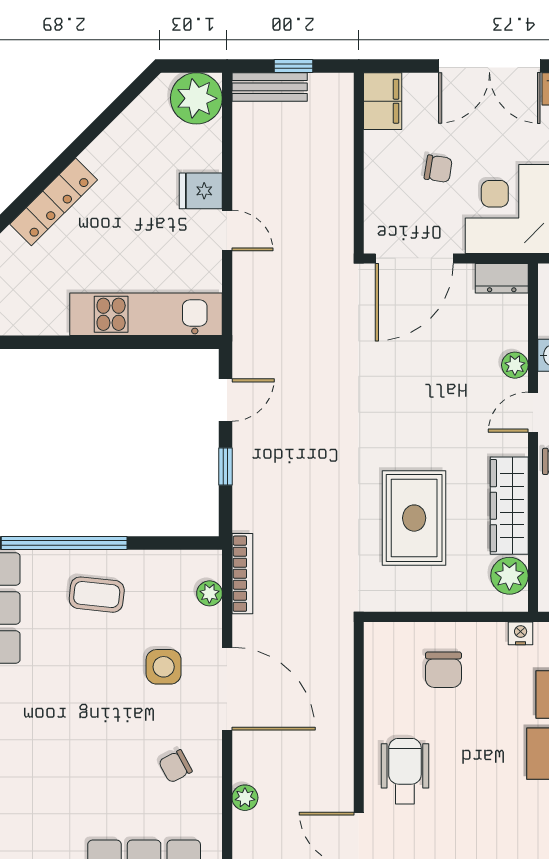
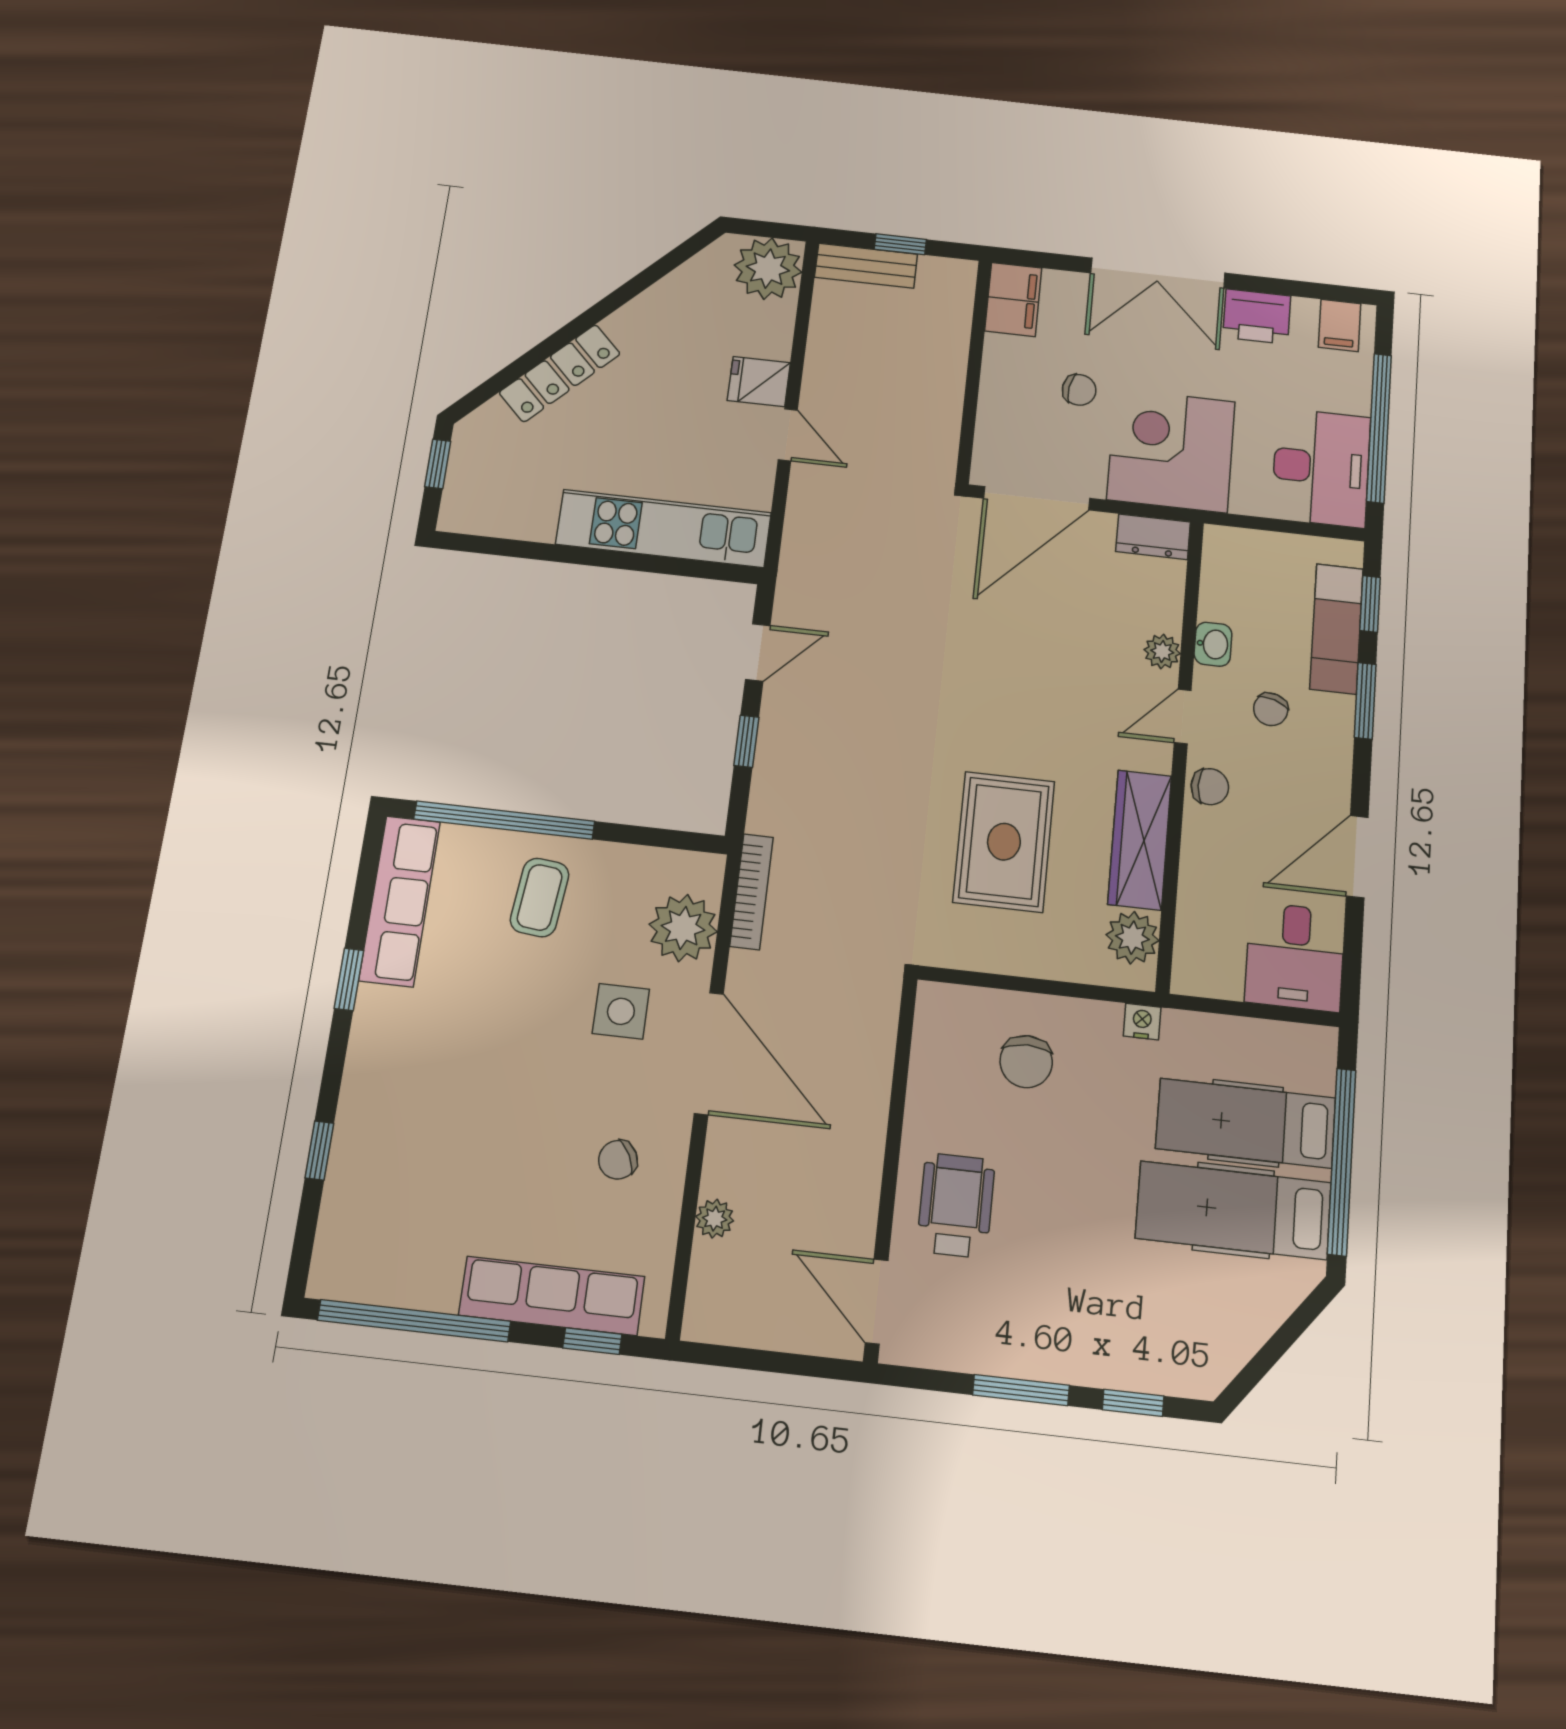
plant: (209, 593) -> (683, 928), width x1.88, depth x1.88
coffee table: (97, 595) -> (540, 897), turned 90

